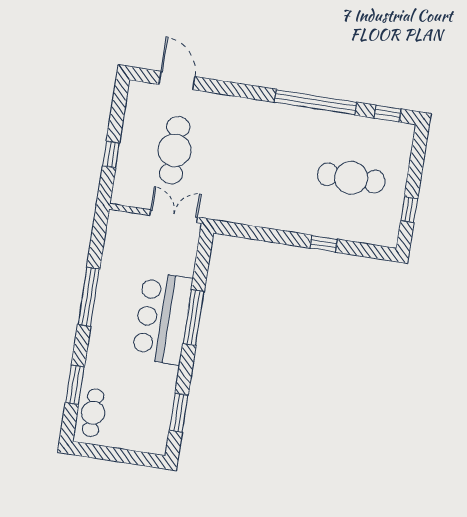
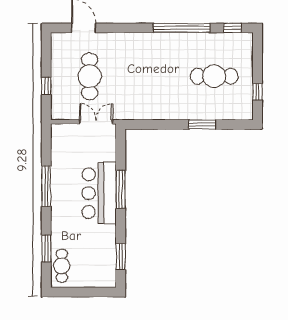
window: (324, 244) -> (202, 124), width x1.50

